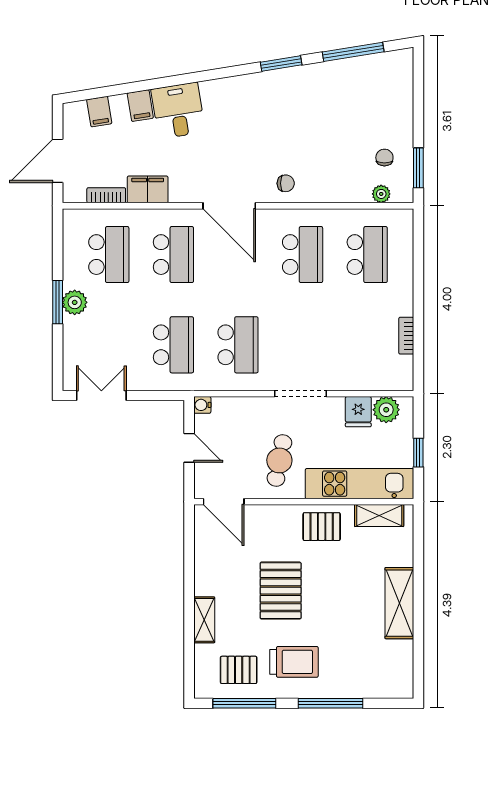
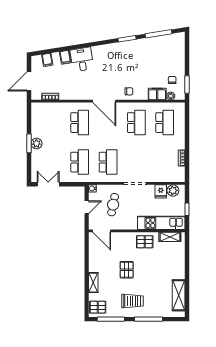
filing cabinet: (148, 189) -> (157, 94), moved
school desk: (109, 255) -> (51, 123), removed
door: (189, 448) -> (87, 207), hinge flipped
cafe table: (279, 460) -> (113, 205), moved
pallet: (281, 591) -> (127, 270), width x0.67, depth x0.71
shelving: (399, 603) -> (179, 295), moved
pallet: (239, 670) -> (98, 307), moved

